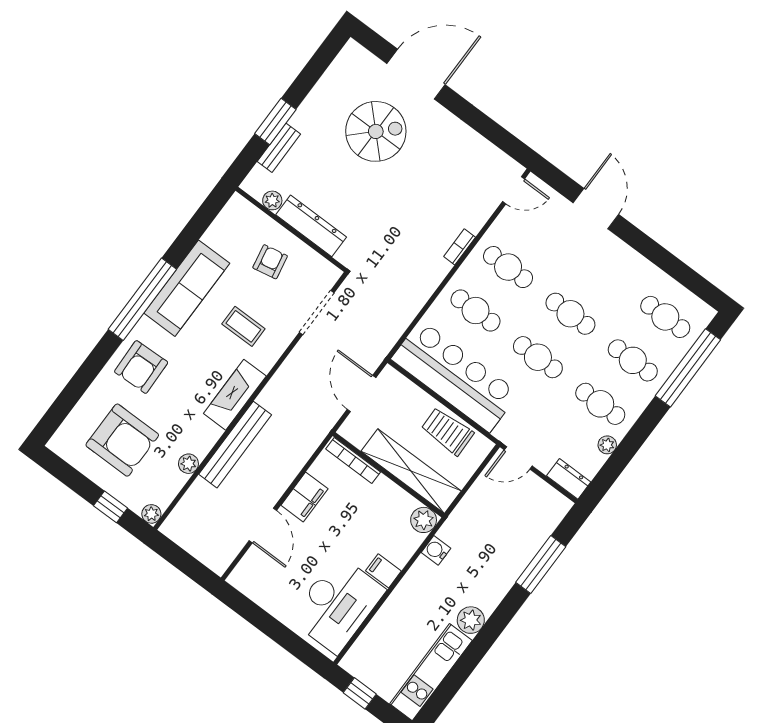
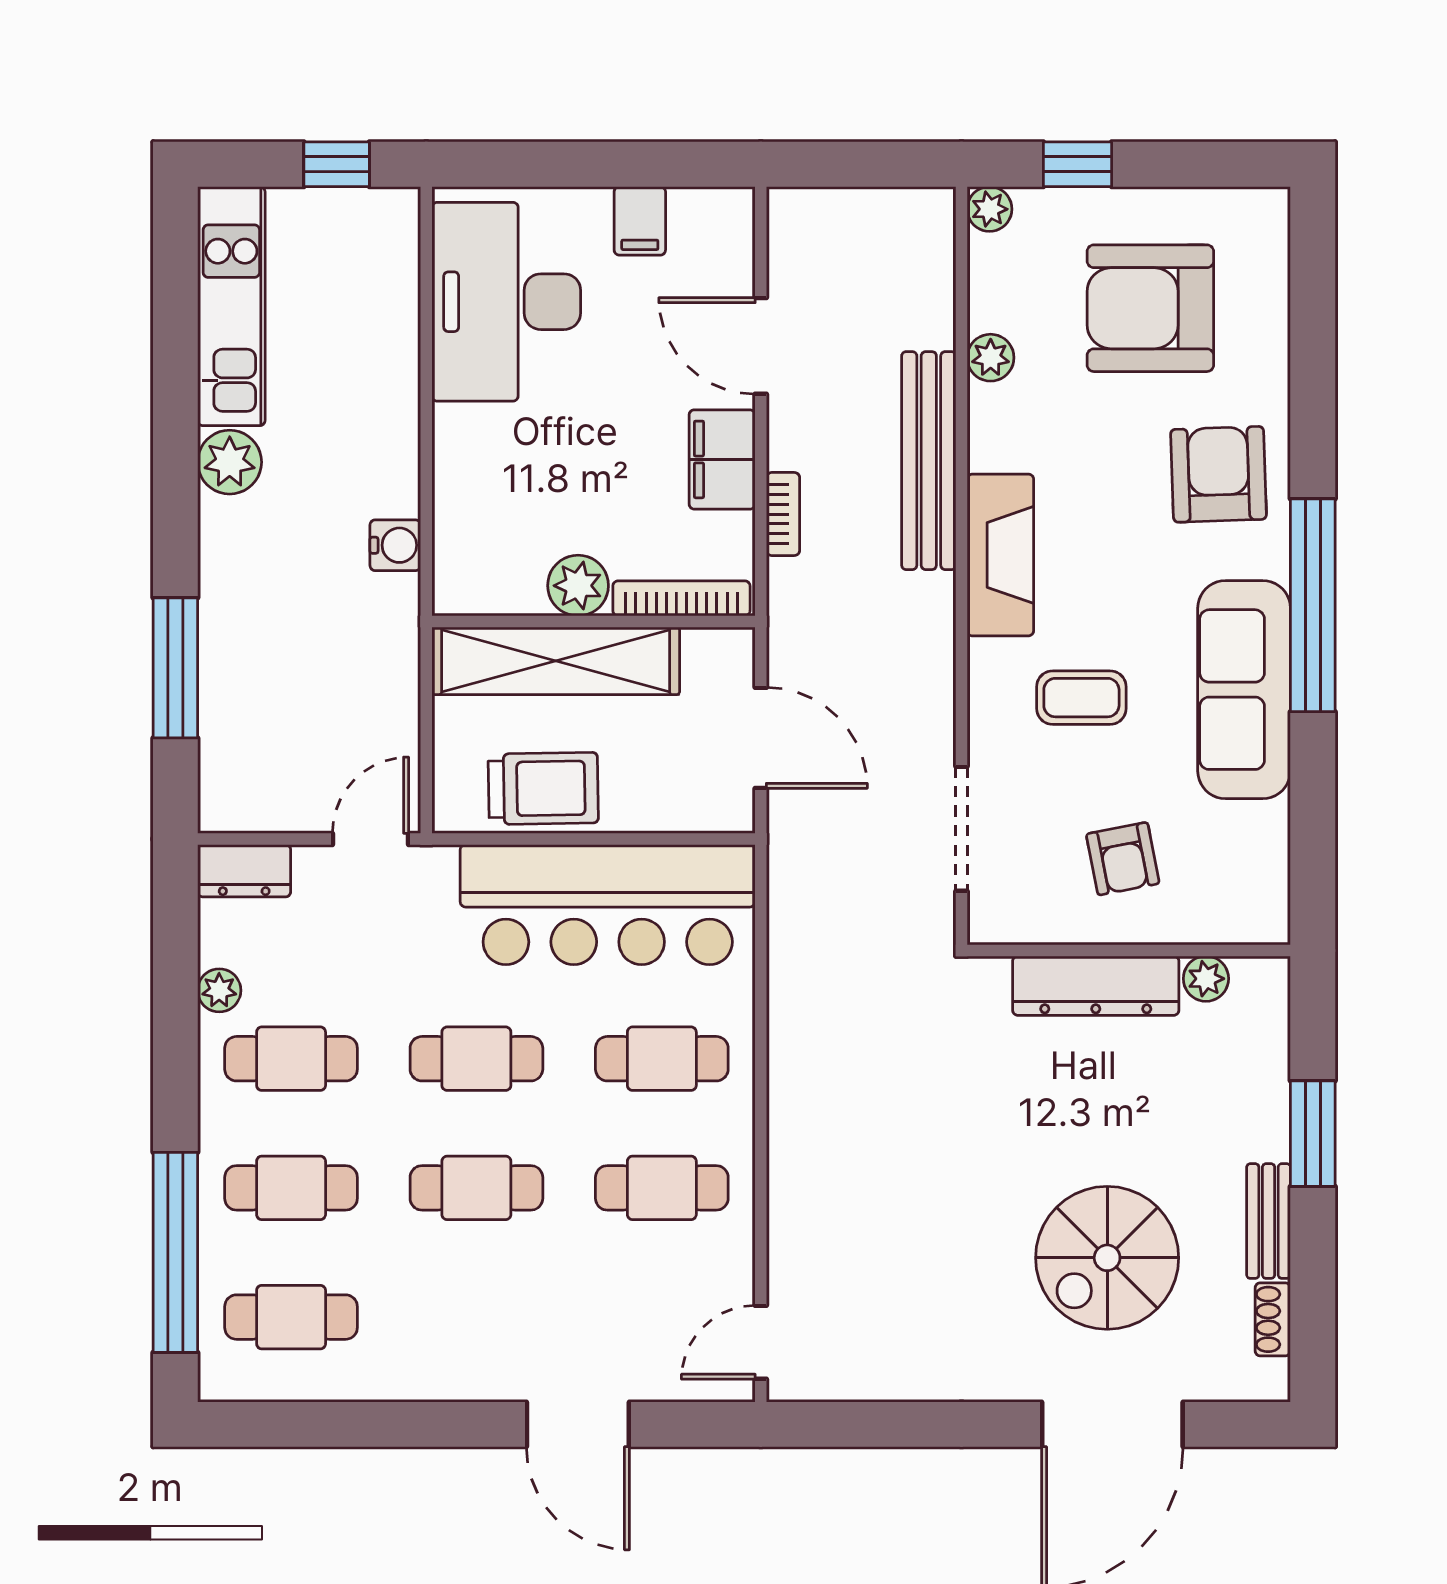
shoe rack: (336, 69) -> (1273, 1319), added
bench: (279, 148) -> (1269, 1221), moved
bookcase: (460, 247) -> (783, 514), moved
plant: (424, 520) -> (578, 586), moved
filing cabinet: (383, 571) -> (640, 221), moved, turned 90

